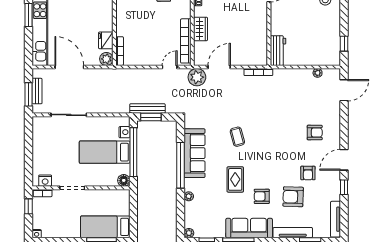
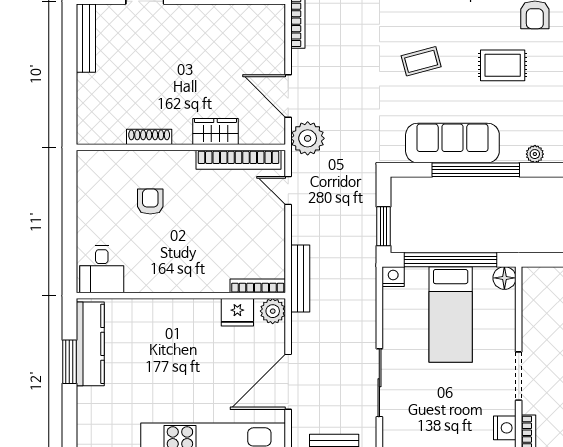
bench: (147, 108) -> (300, 279), moved
nightstand: (124, 132) -> (393, 277), moved

